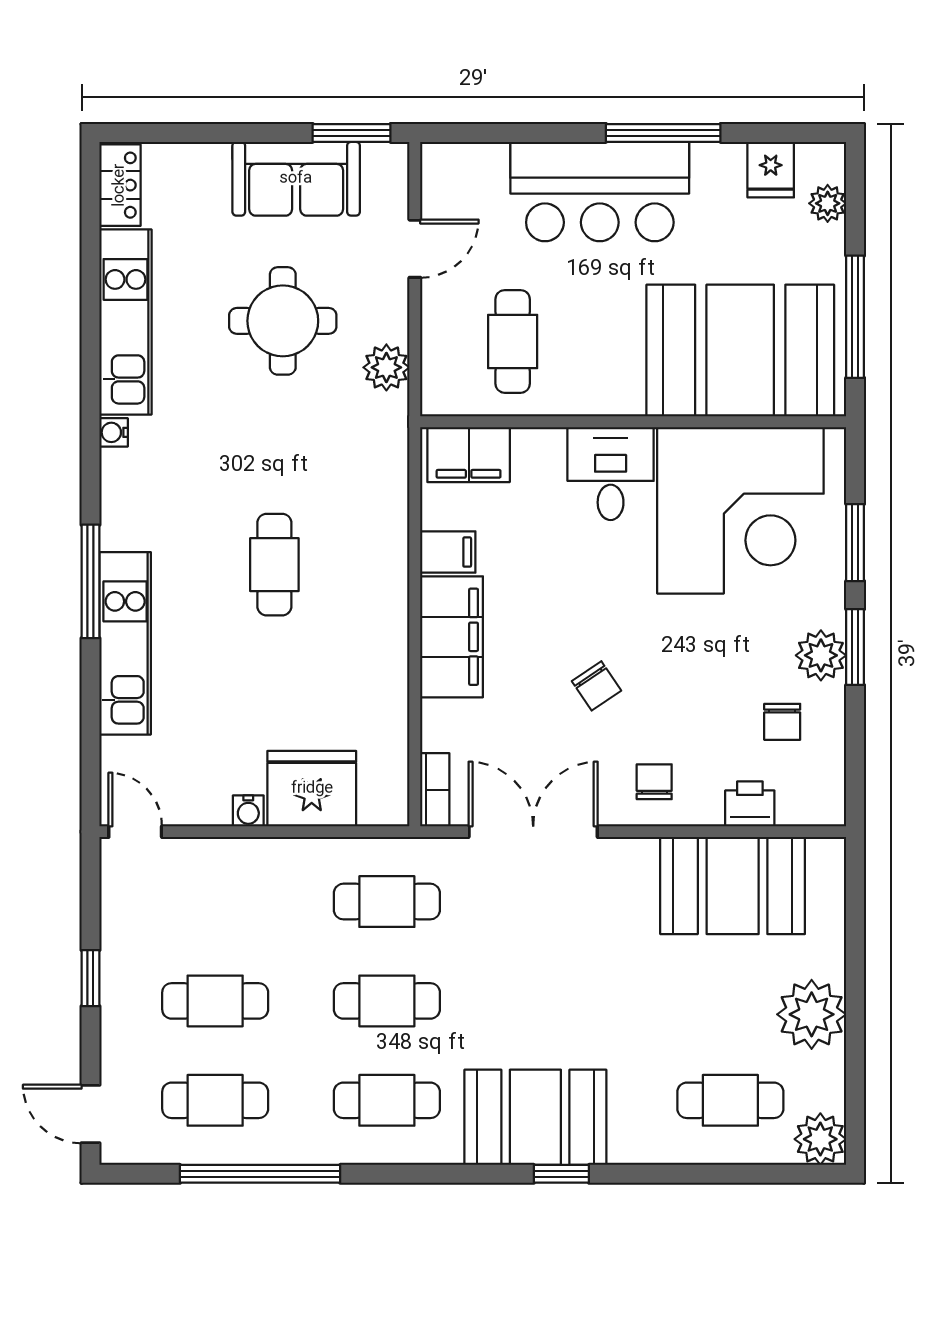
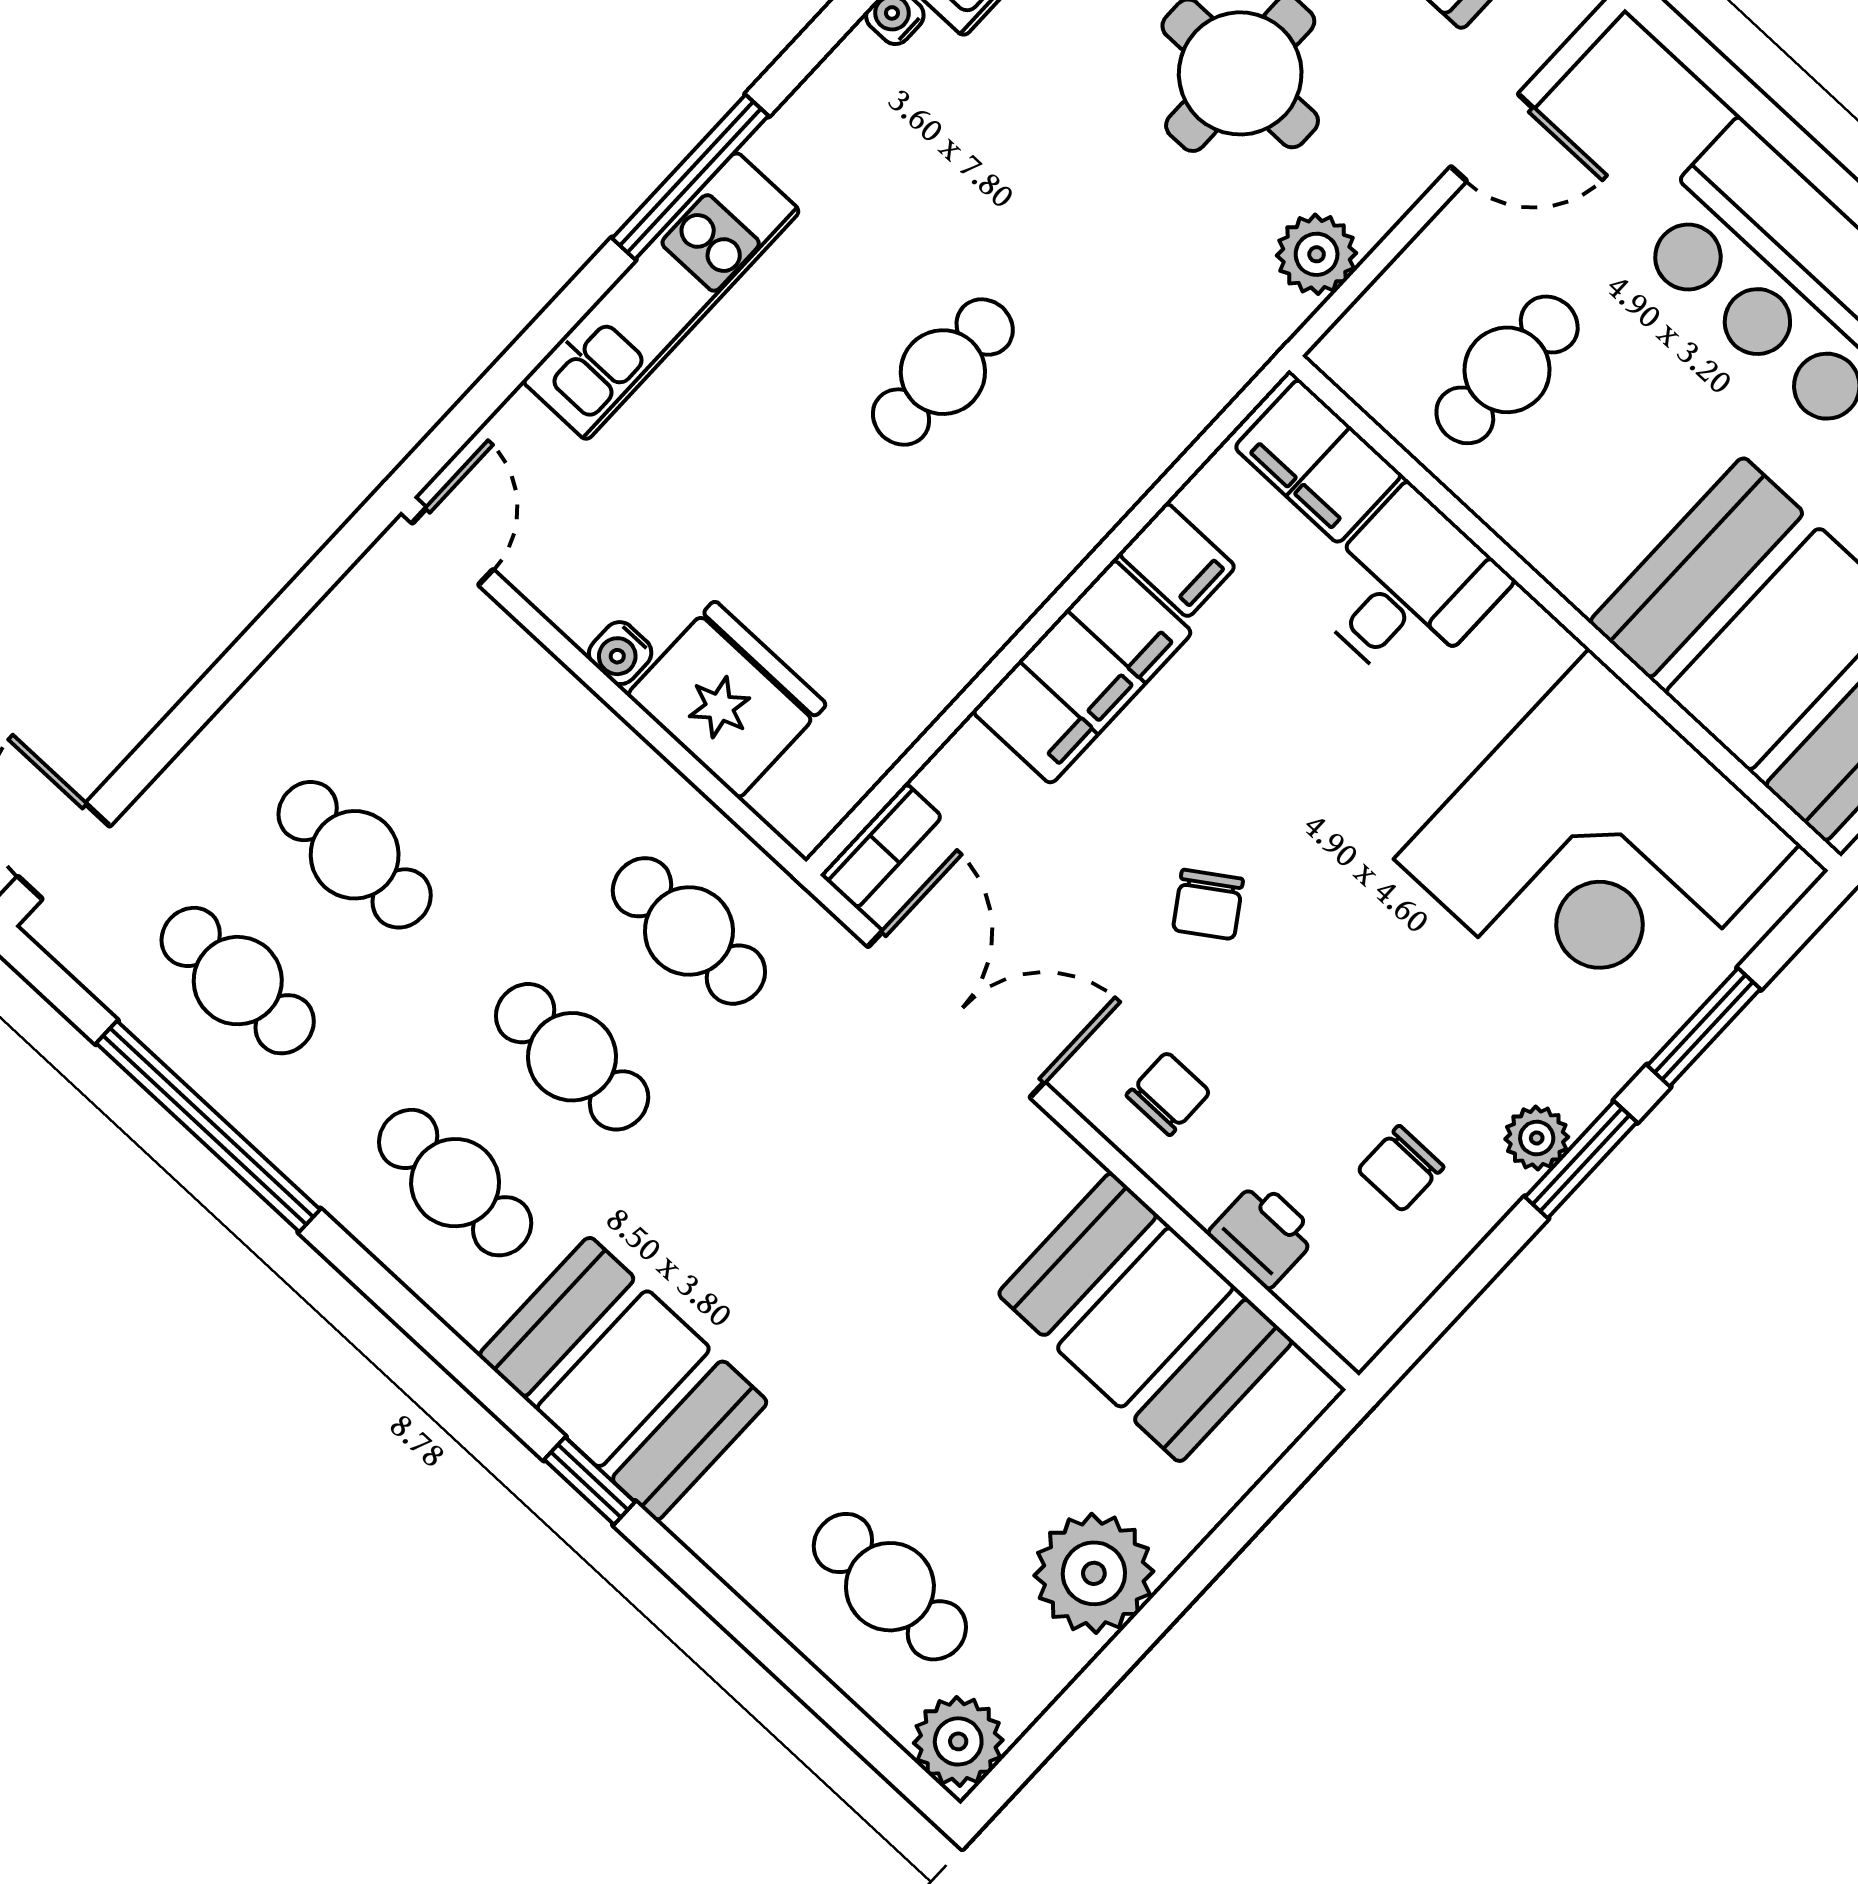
desk: (611, 474) -> (1407, 589), moved
plant: (821, 655) -> (1537, 1138), width x0.73, depth x0.73
window: (90, 978) -> (224, 679), removed

